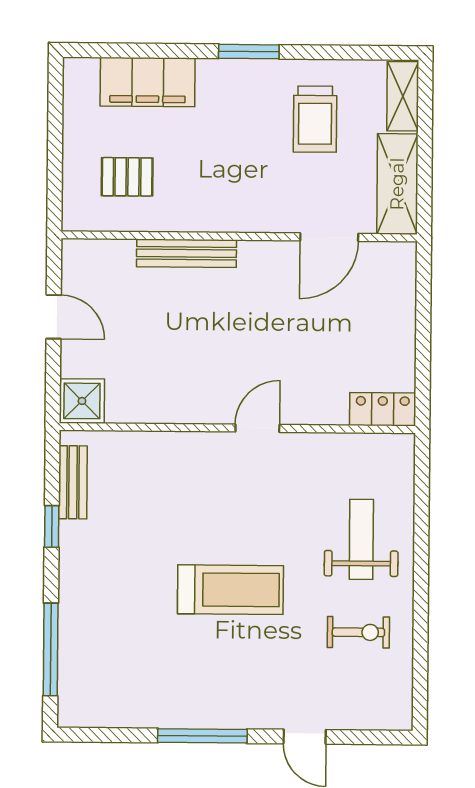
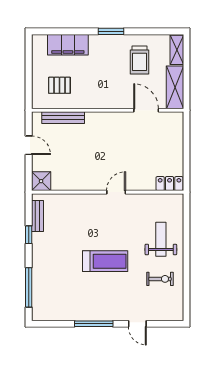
door: (329, 237) -> (146, 110), swing flipped
bench: (186, 253) -> (63, 118), moved

